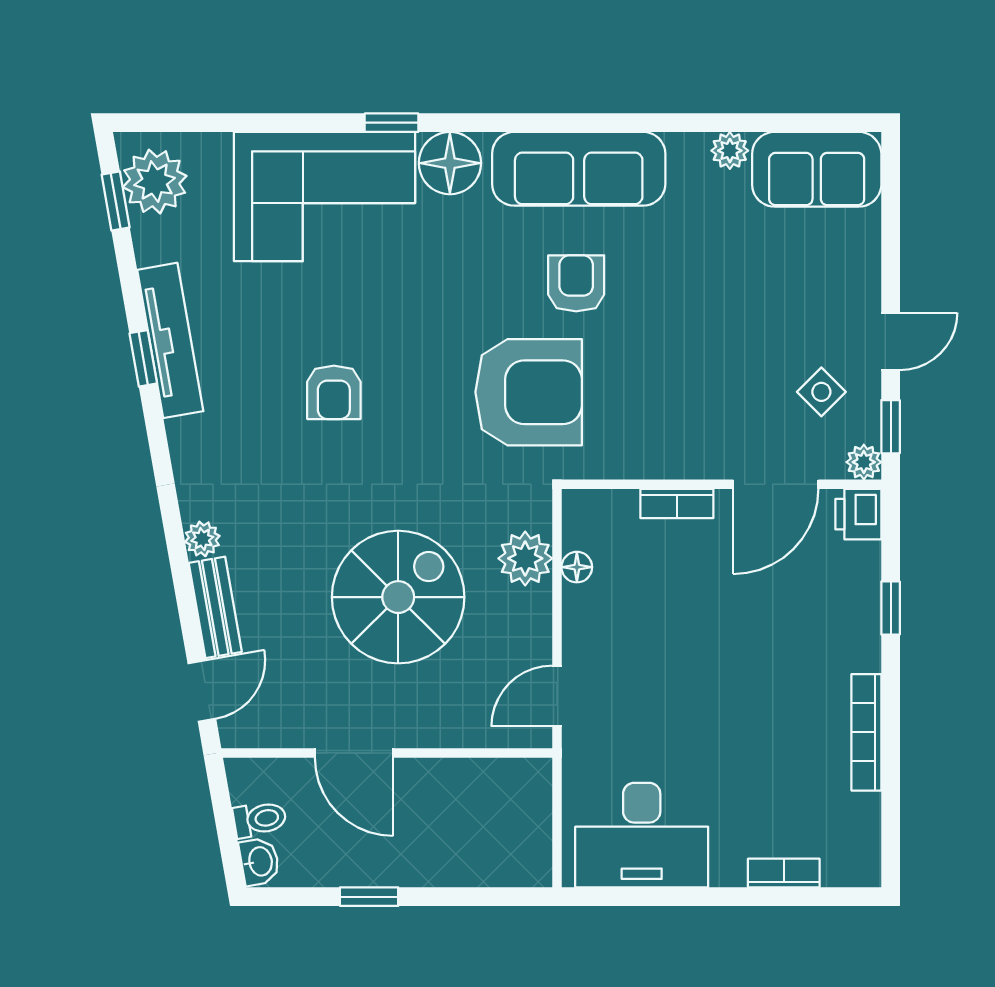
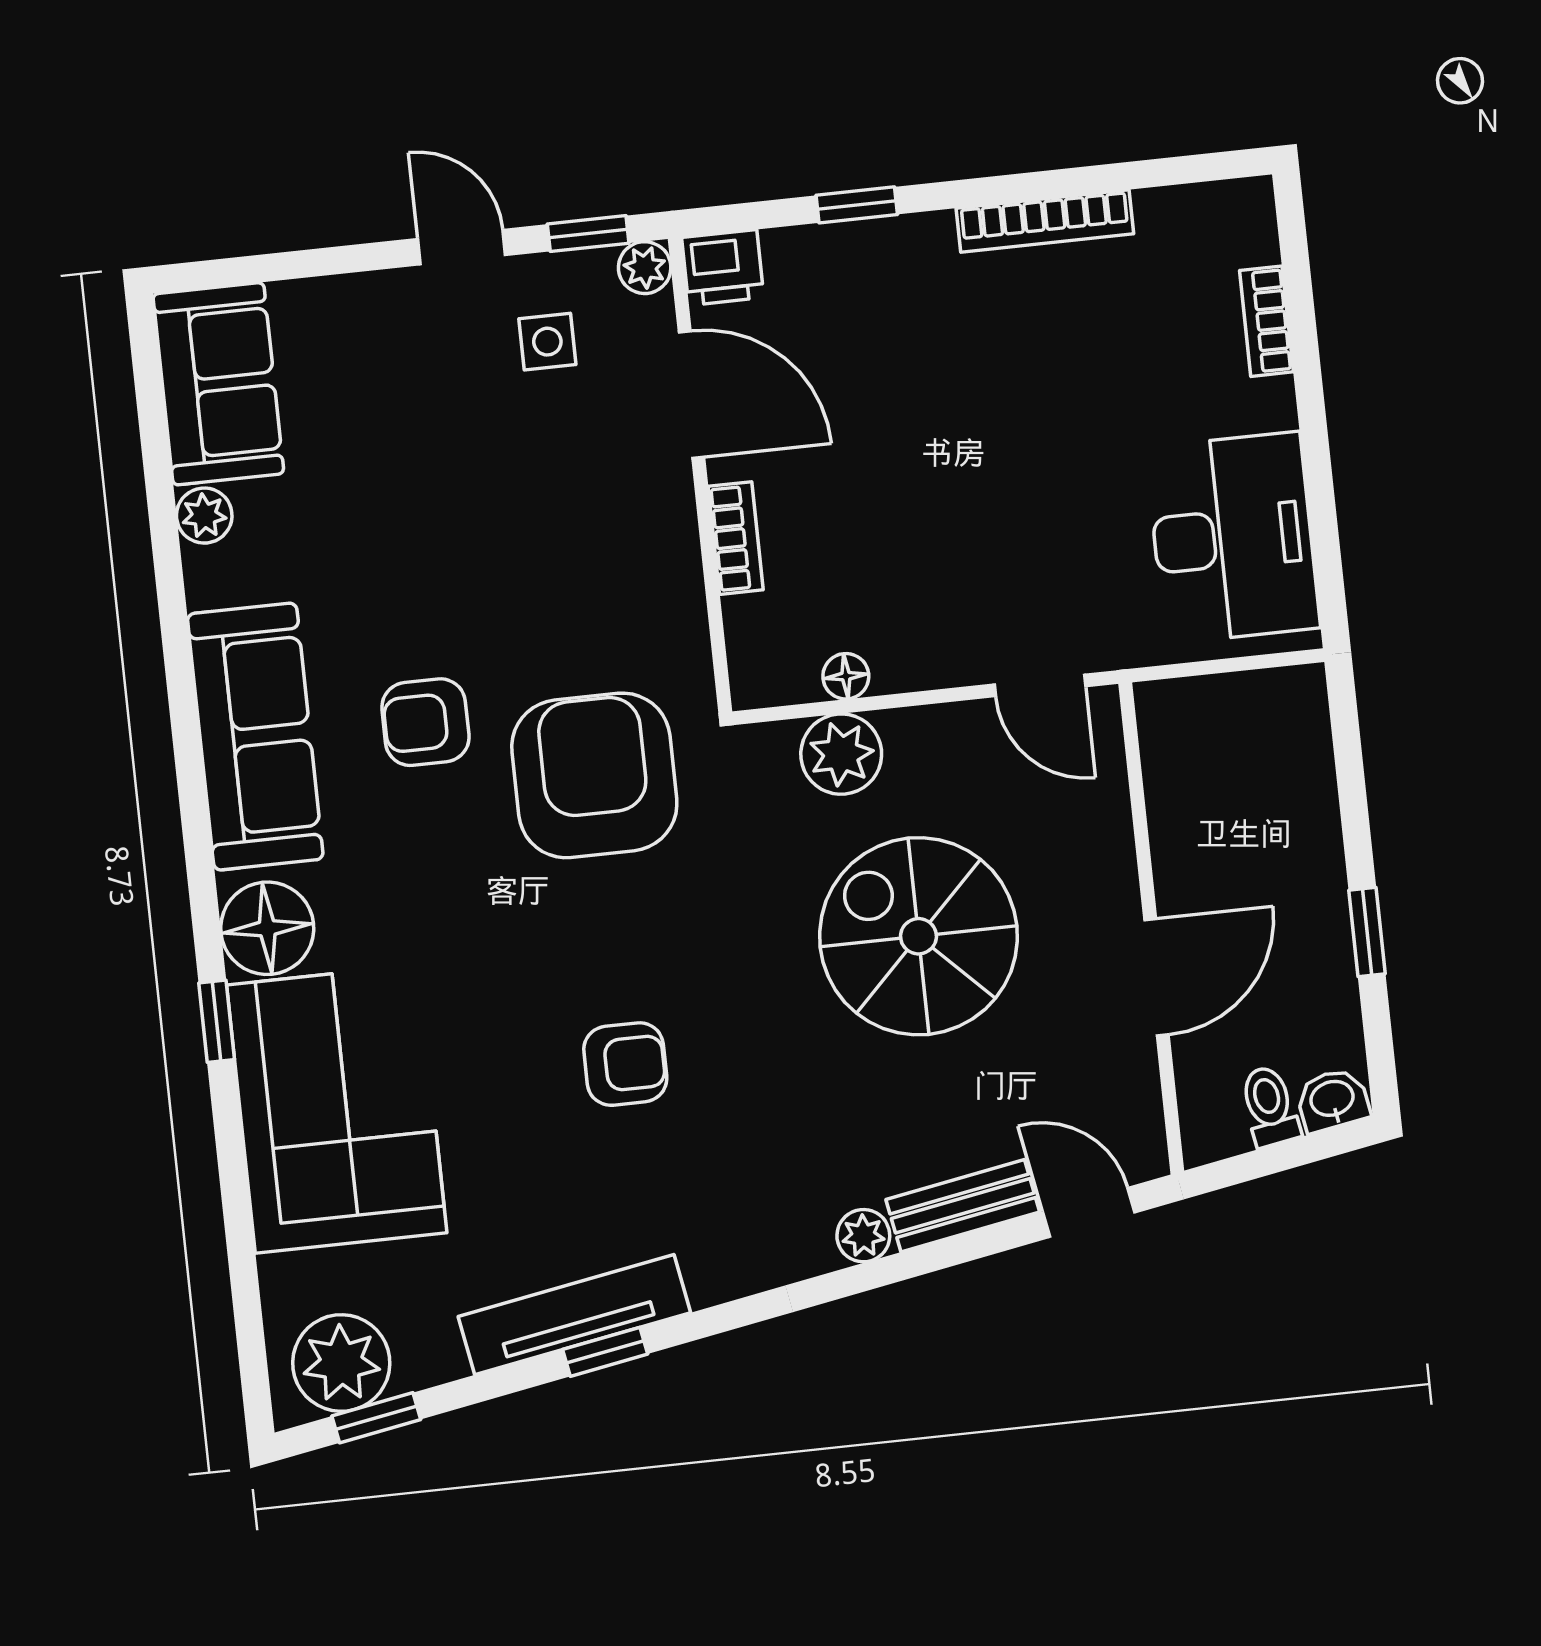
side table: (821, 392) -> (547, 342), turned 45

